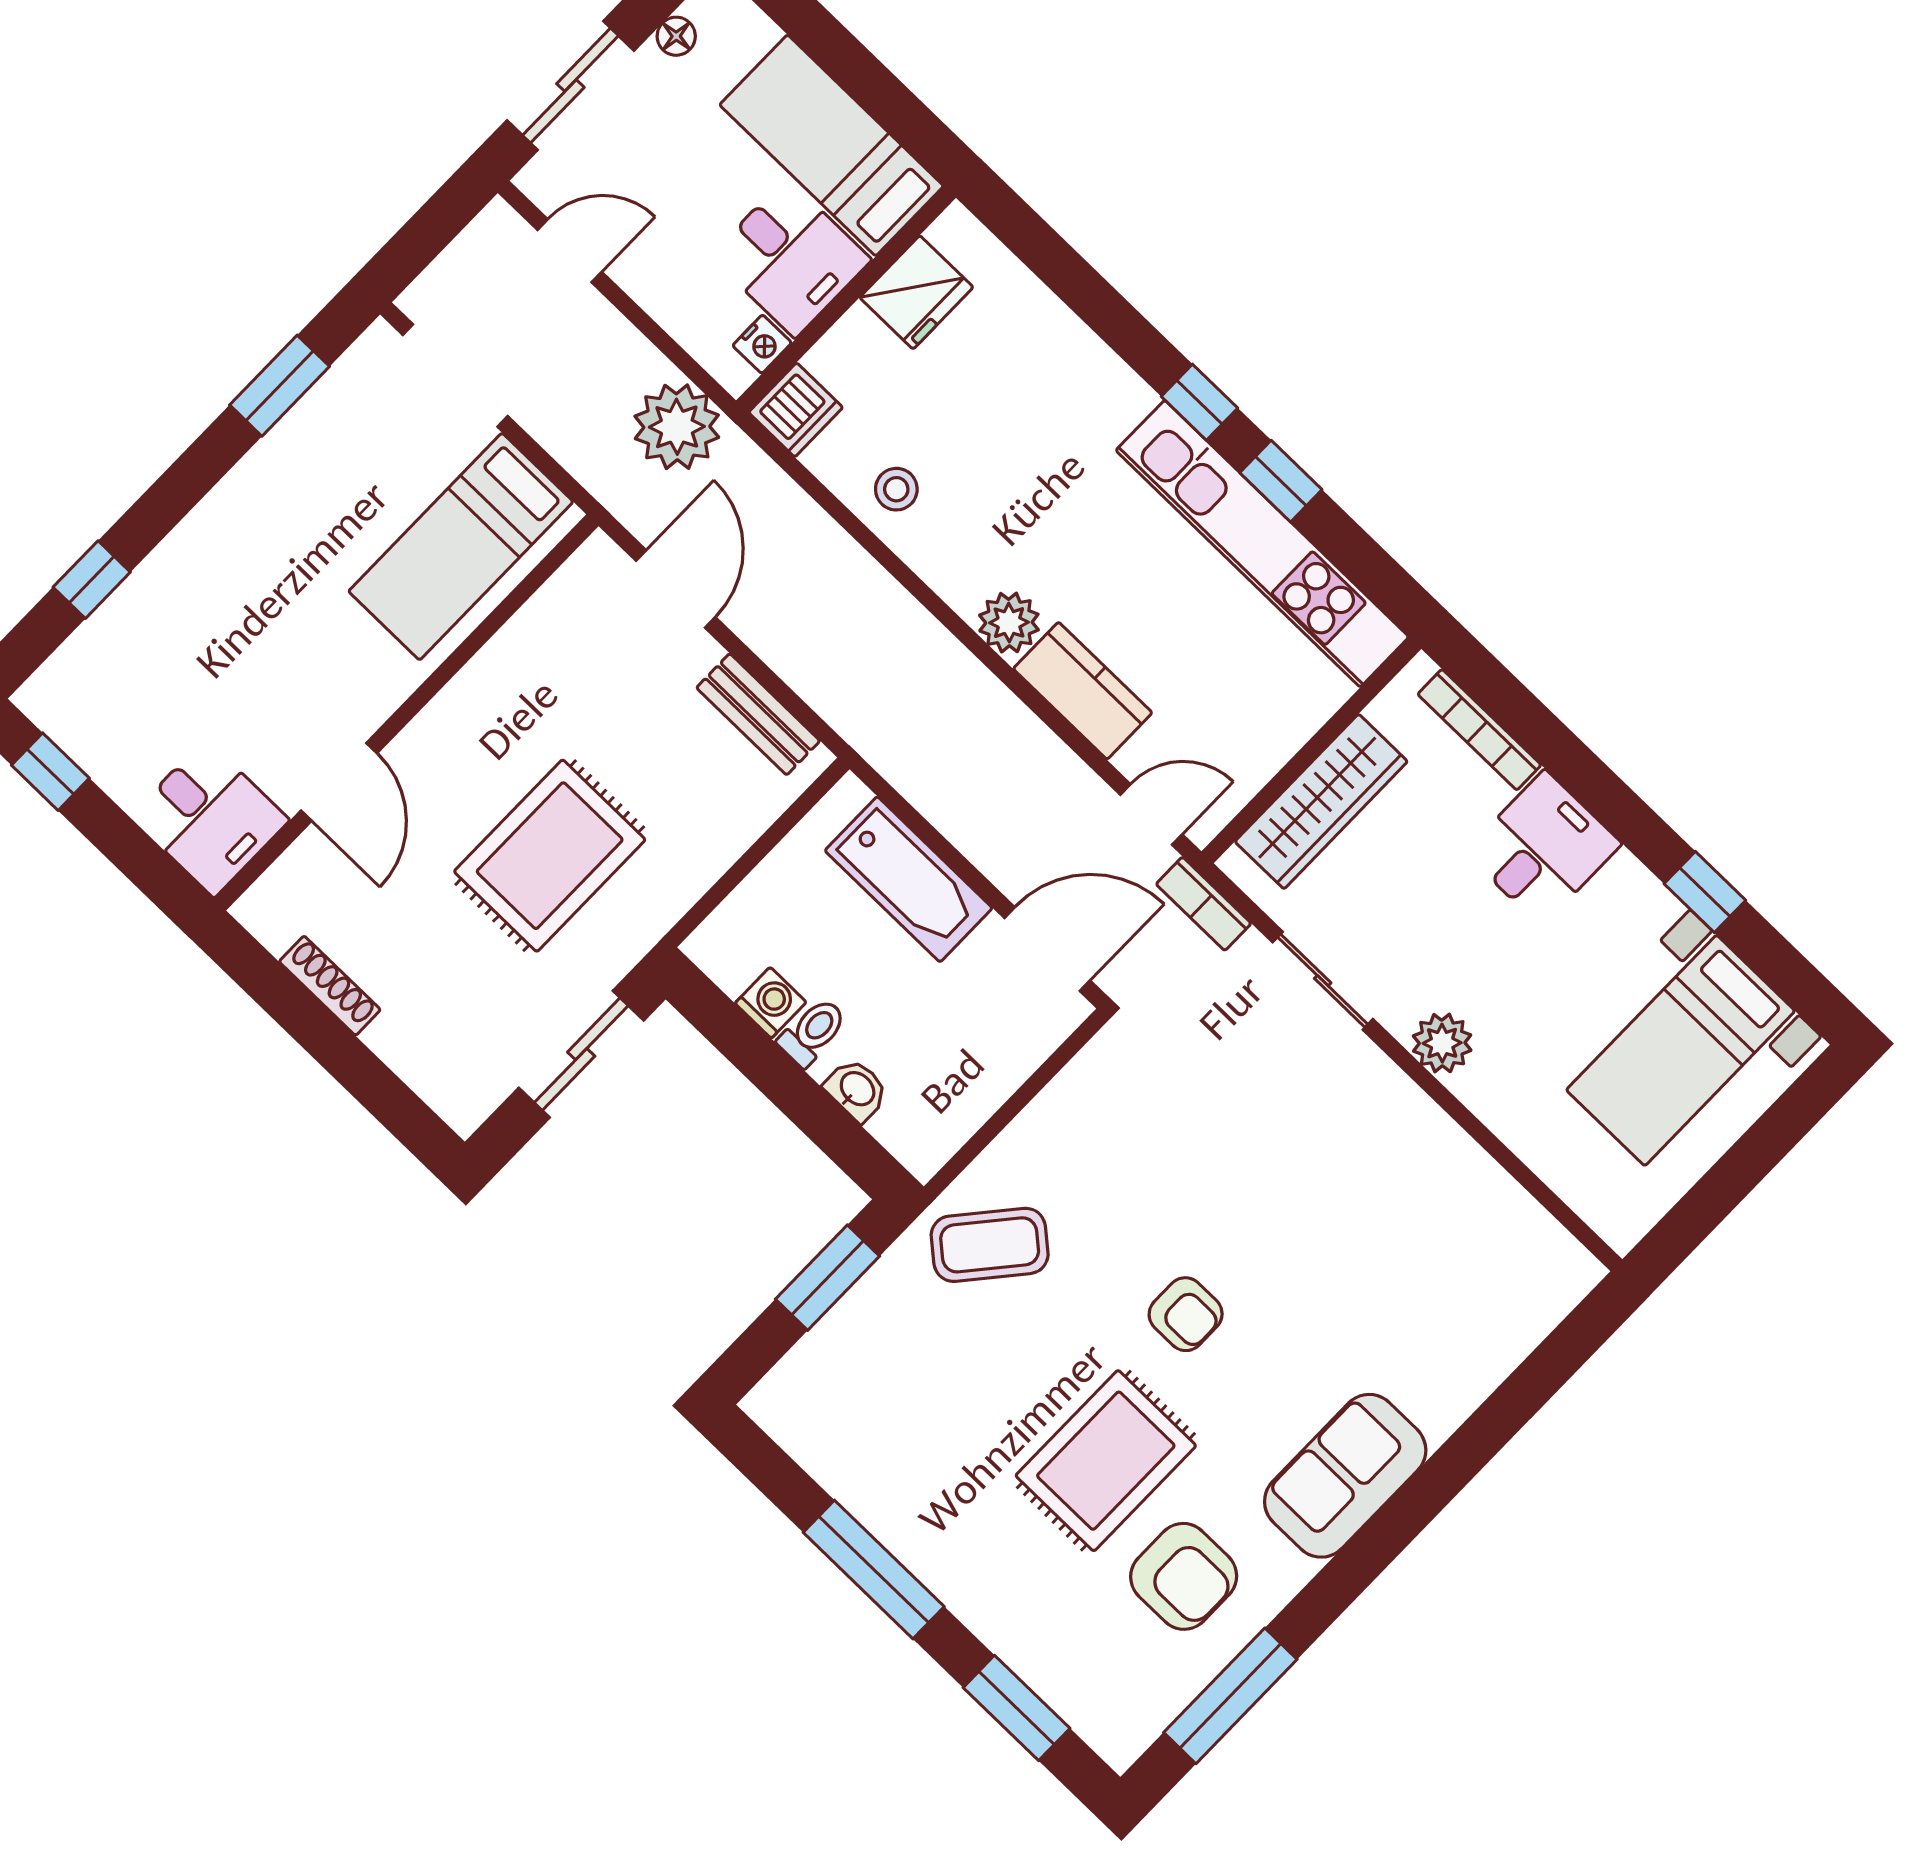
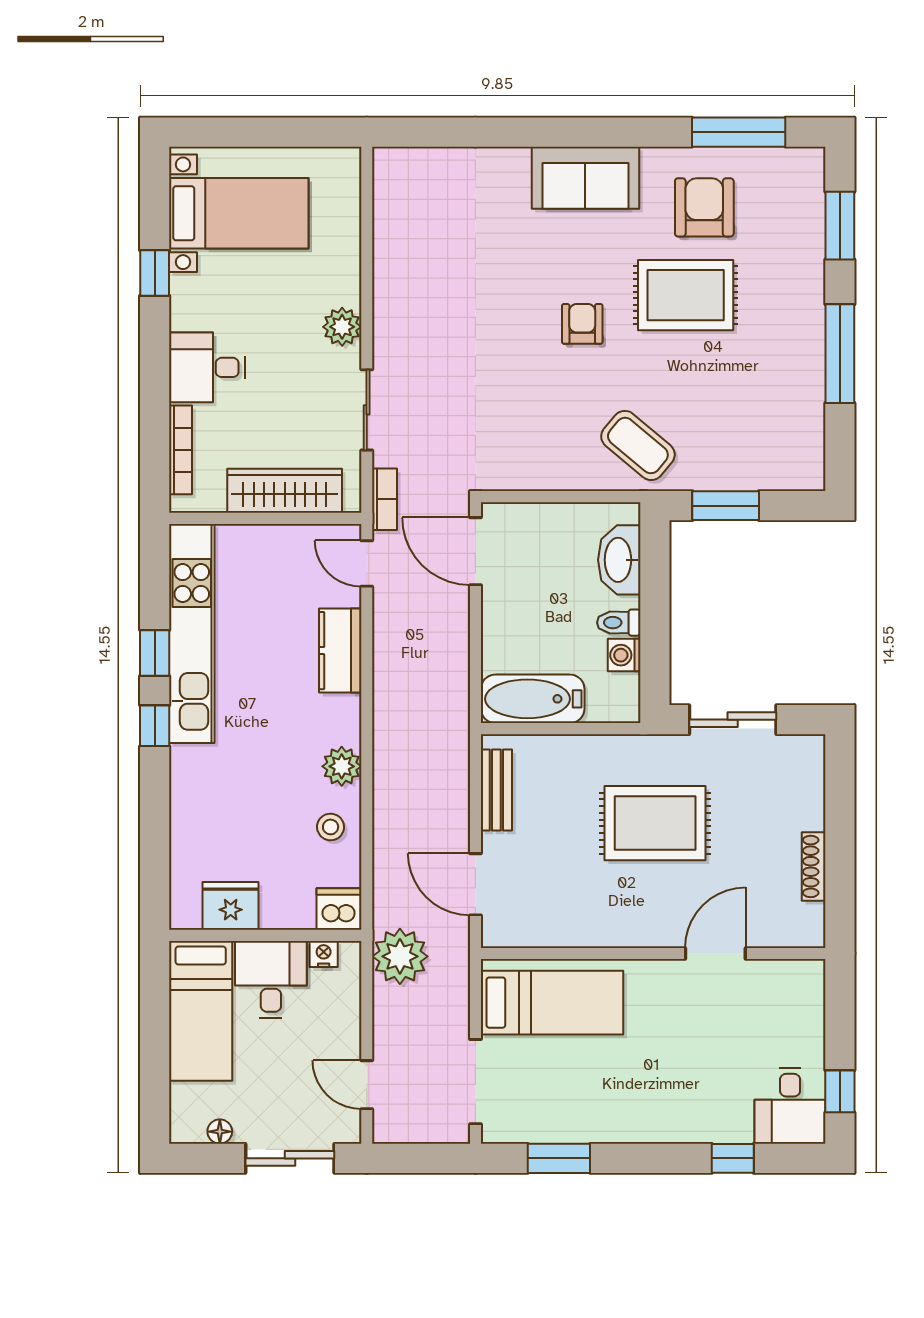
door: (676, 589) -> (475, 884), hinge flipped
plant: (1009, 623) -> (342, 766), moved
desk: (210, 818) -> (790, 1106), moved, turned 180
bathtub: (909, 879) -> (533, 699), moved, turned -90
washbasin: (857, 1090) -> (619, 560), width x1.91, depth x1.45

